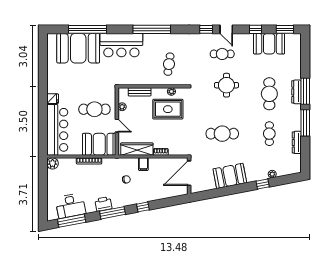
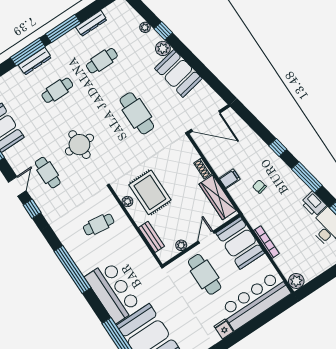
cafe table: (269, 94) -> (57, 90), width x0.73, depth x0.74
plant: (252, 177) -> (163, 48), added
printer: (103, 204) -> (314, 204), moved

